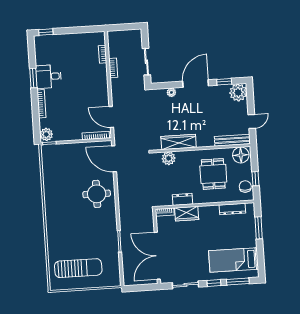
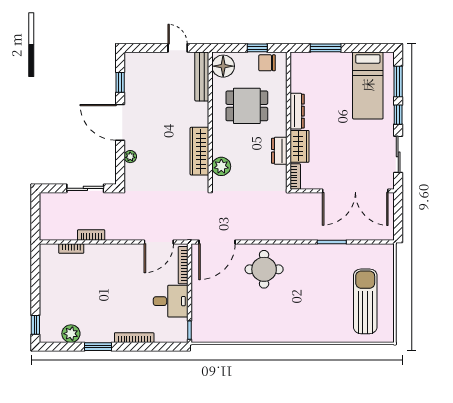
desk: (49, 77) -> (171, 301), moved, turned -90
plant: (238, 92) -> (136, 64), removed
plant: (46, 134) -> (71, 334), moved
dresser: (232, 209) -> (297, 111), moved

